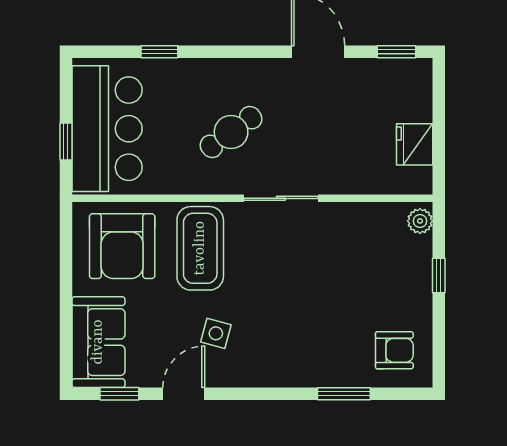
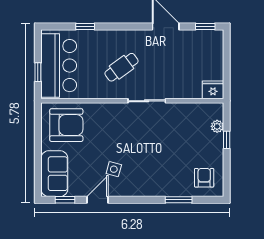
fridge: (415, 144) -> (213, 90), moved, turned 90
plant: (420, 221) -> (217, 126), moved
armchair: (122, 246) -> (66, 125), turned -90
coffee table: (200, 248) -> (106, 126), removed
armchair: (394, 350) -> (204, 178), turned -90

